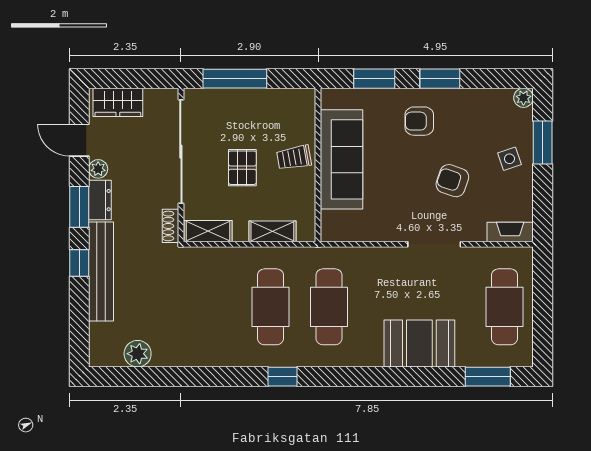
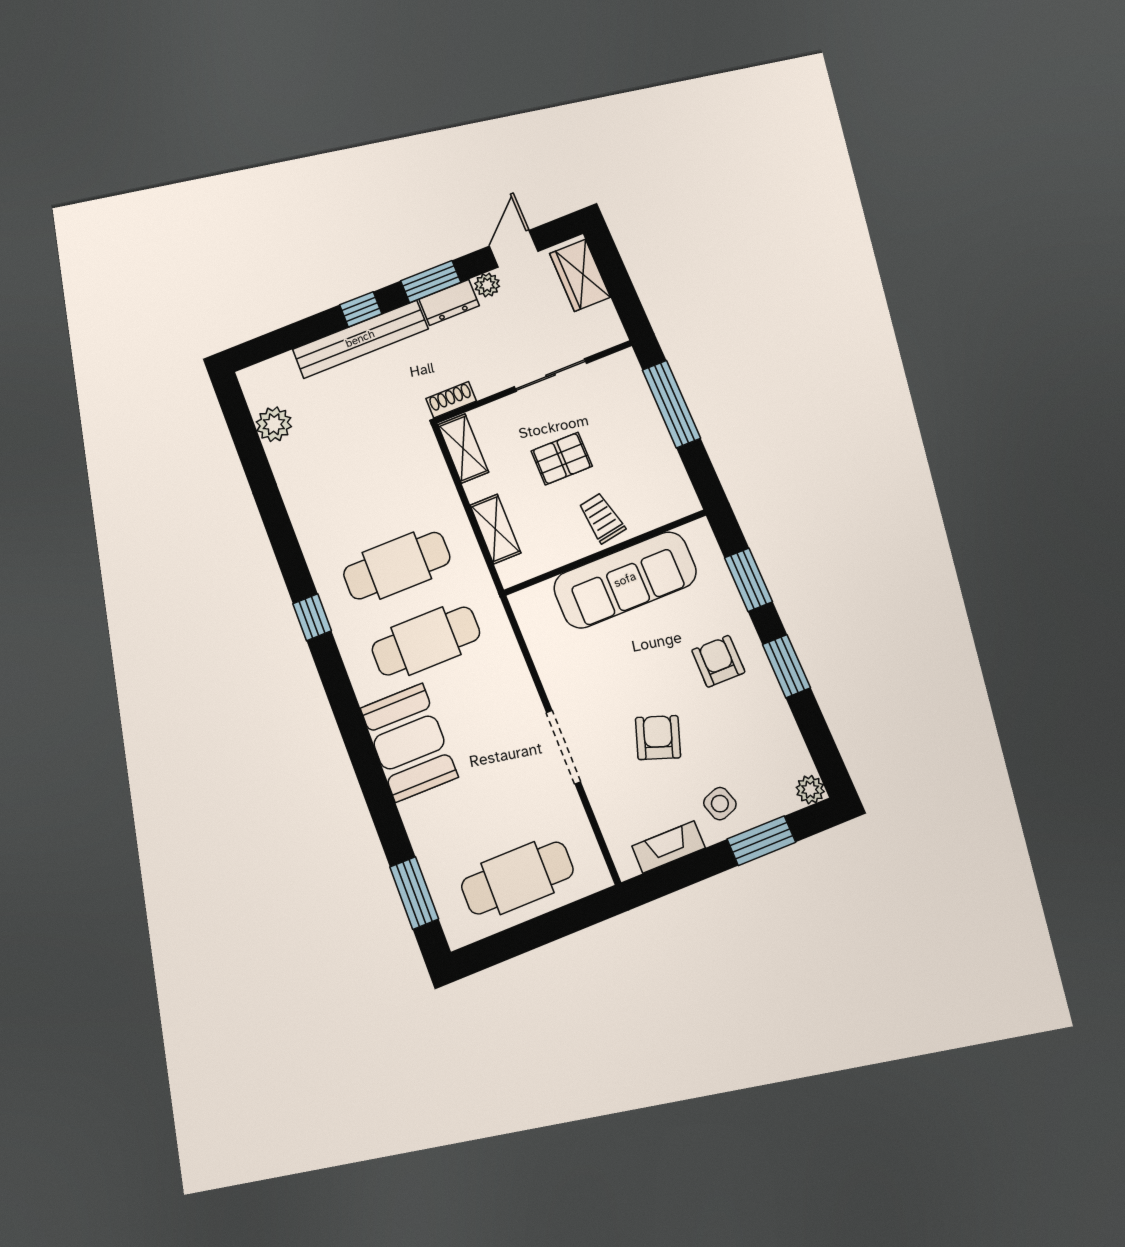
sliding door: (181, 152) -> (551, 375), width x0.54
fireplace: (510, 232) -> (669, 847), moved, turned -90
booth: (419, 343) -> (409, 742), moved

